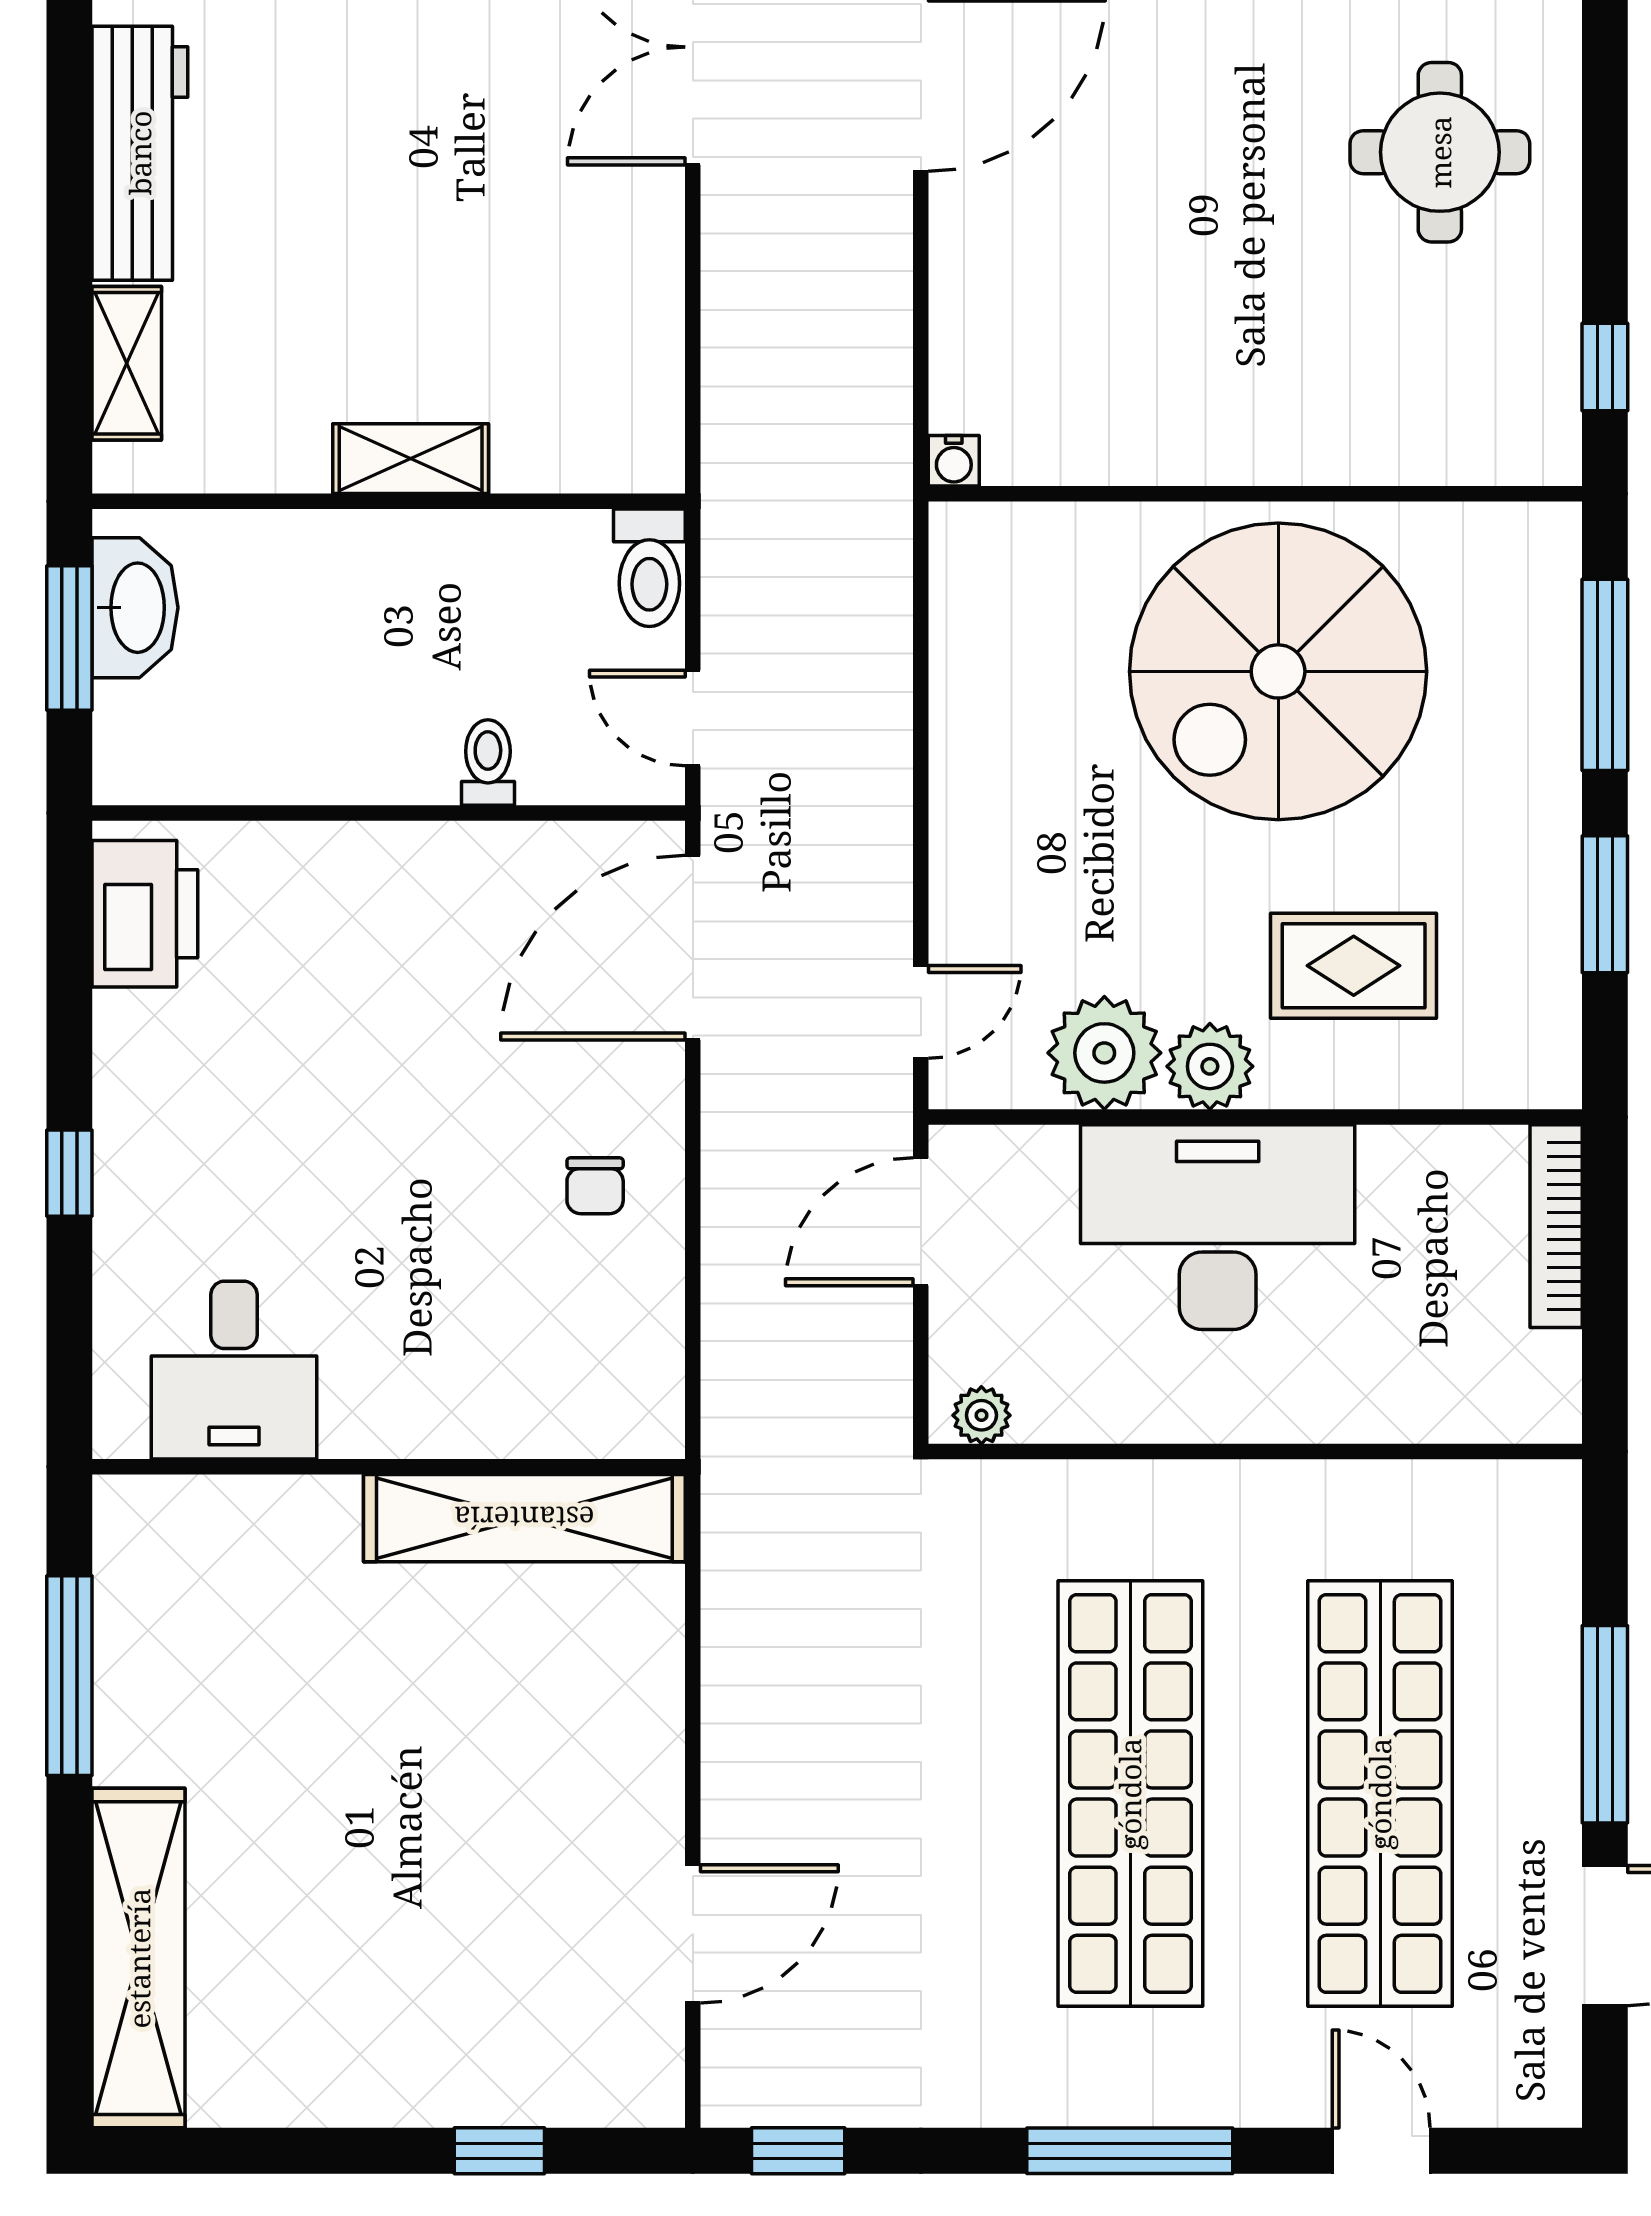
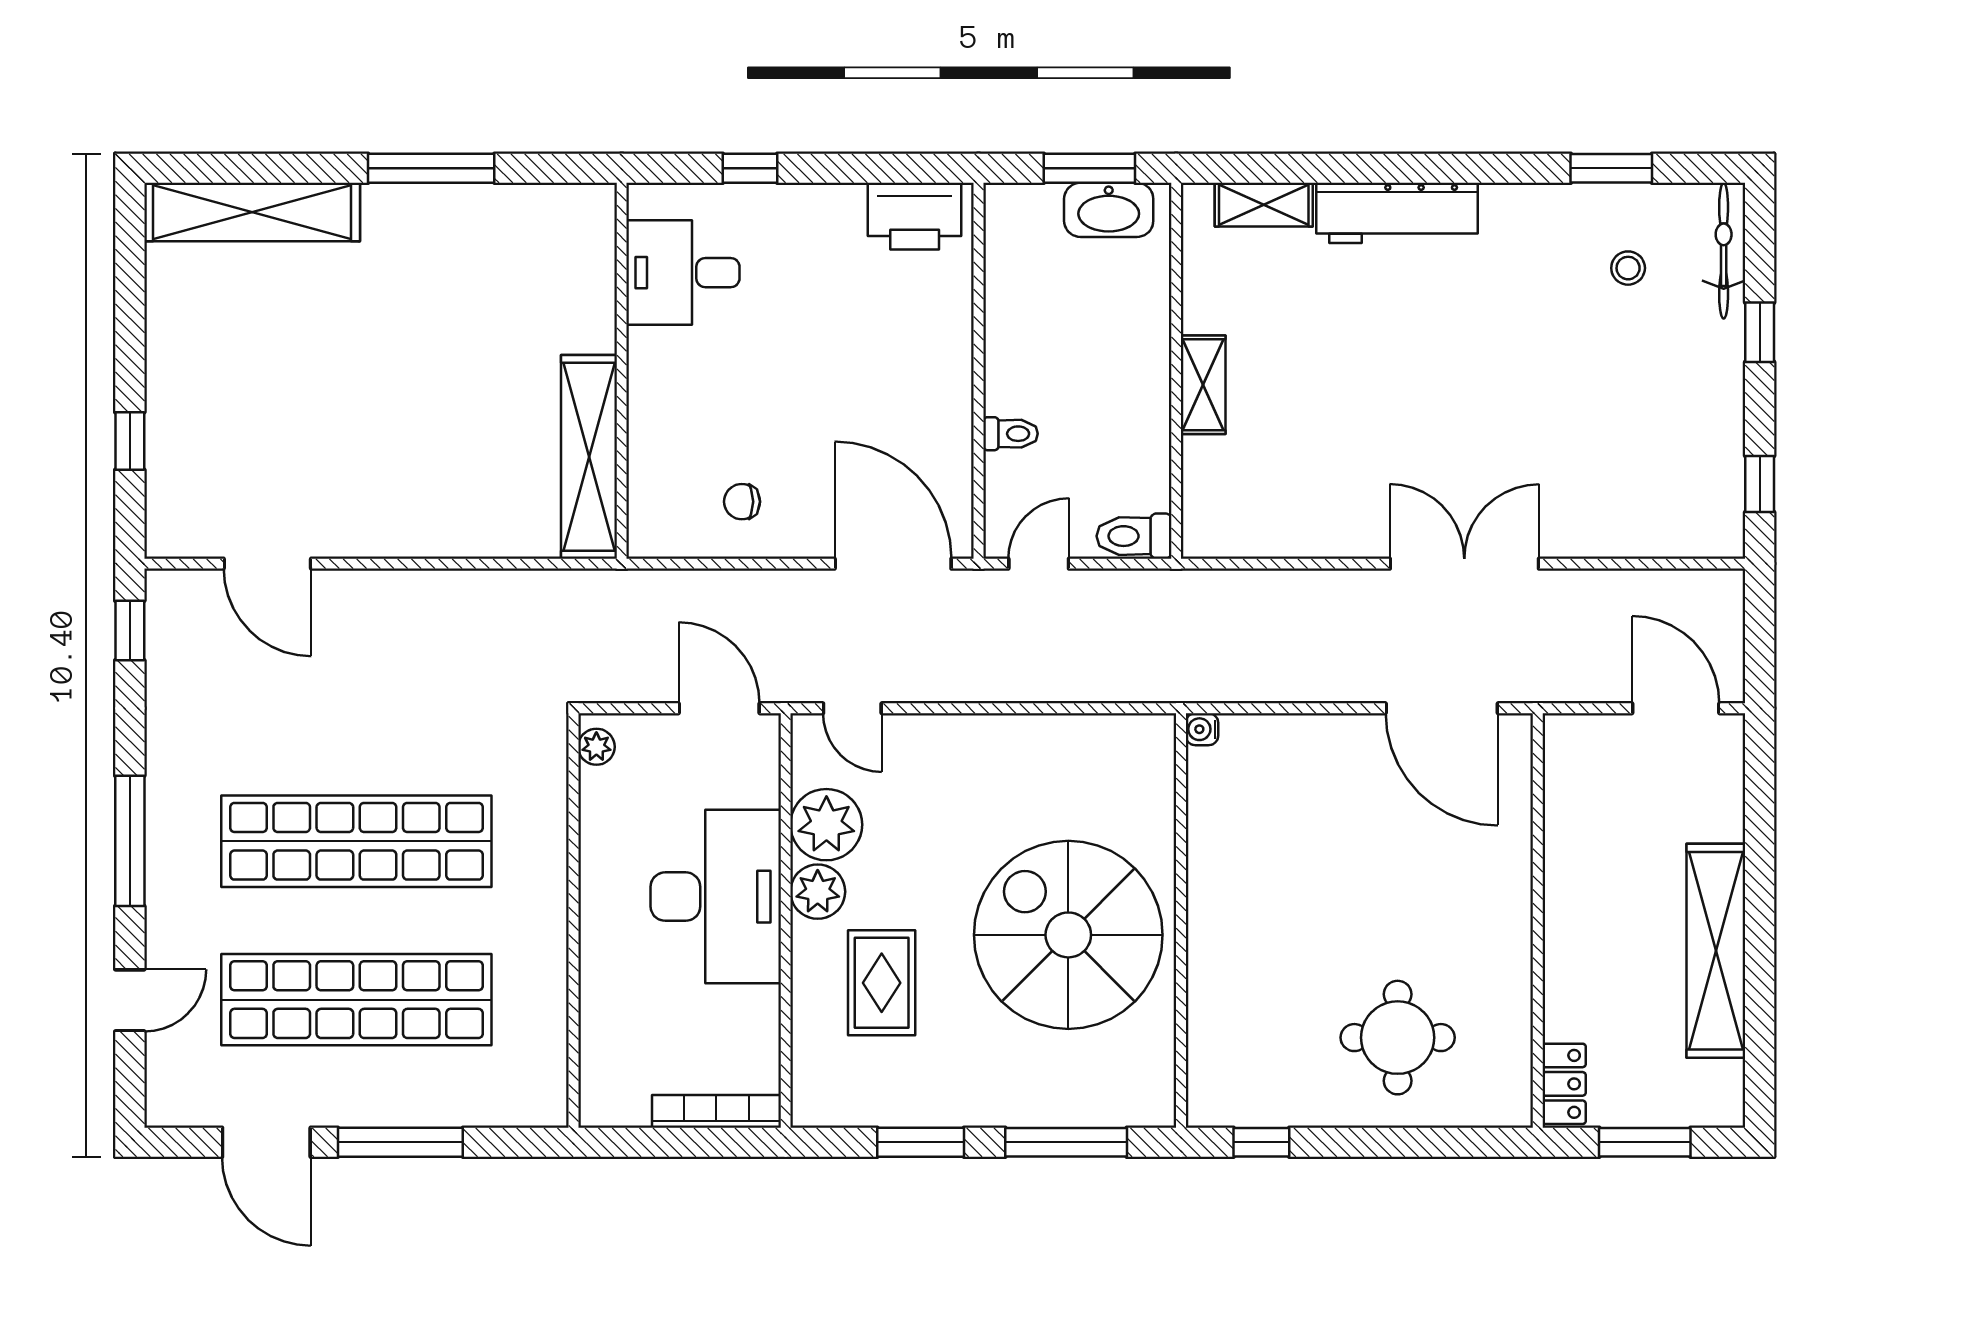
desk: (234, 1370) -> (683, 273), moved
wall: (389, 1467) -> (622, 371), moved
shelving: (524, 1518) -> (589, 457), moved

